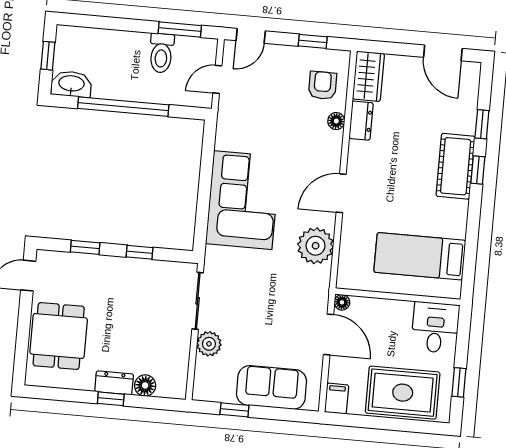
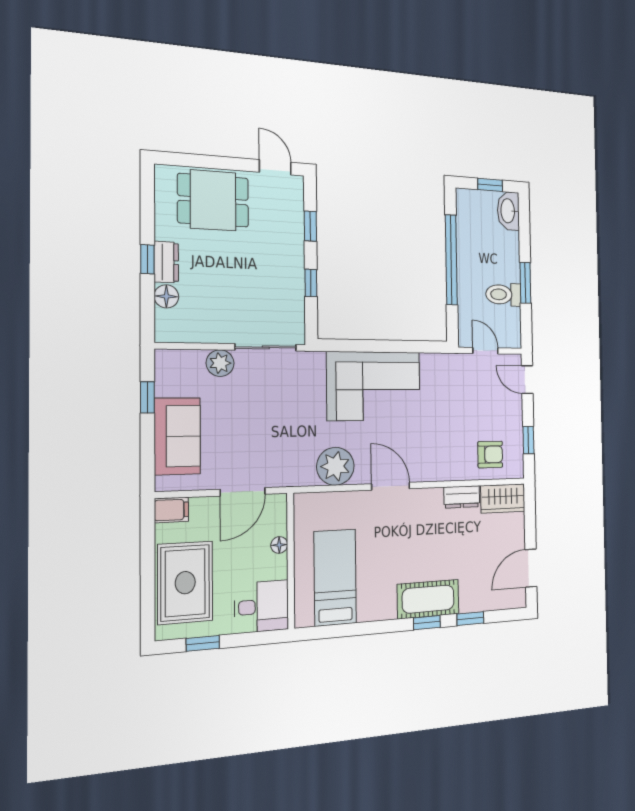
window: (180, 29) -> (525, 283), moved
washbasin: (71, 84) -> (508, 211), moved, turned 180
floor lamp: (336, 121) -> (459, 472), removed
floor lamp: (342, 302) -> (279, 545), moved

